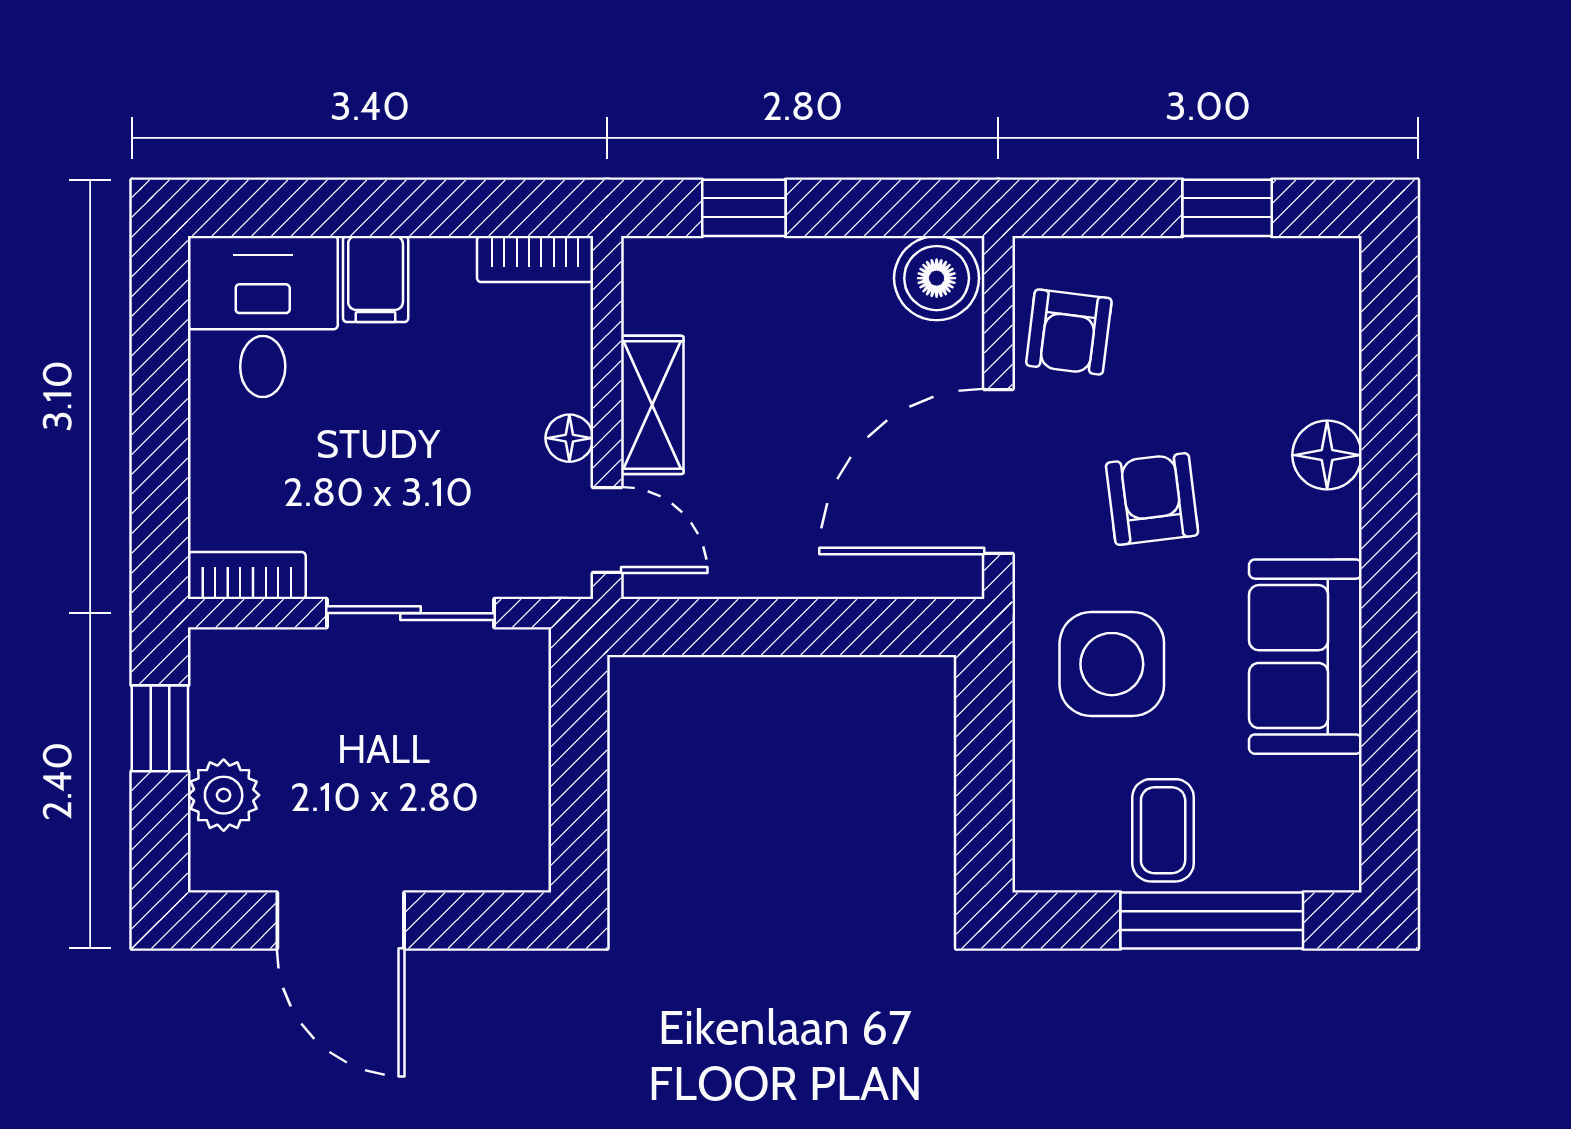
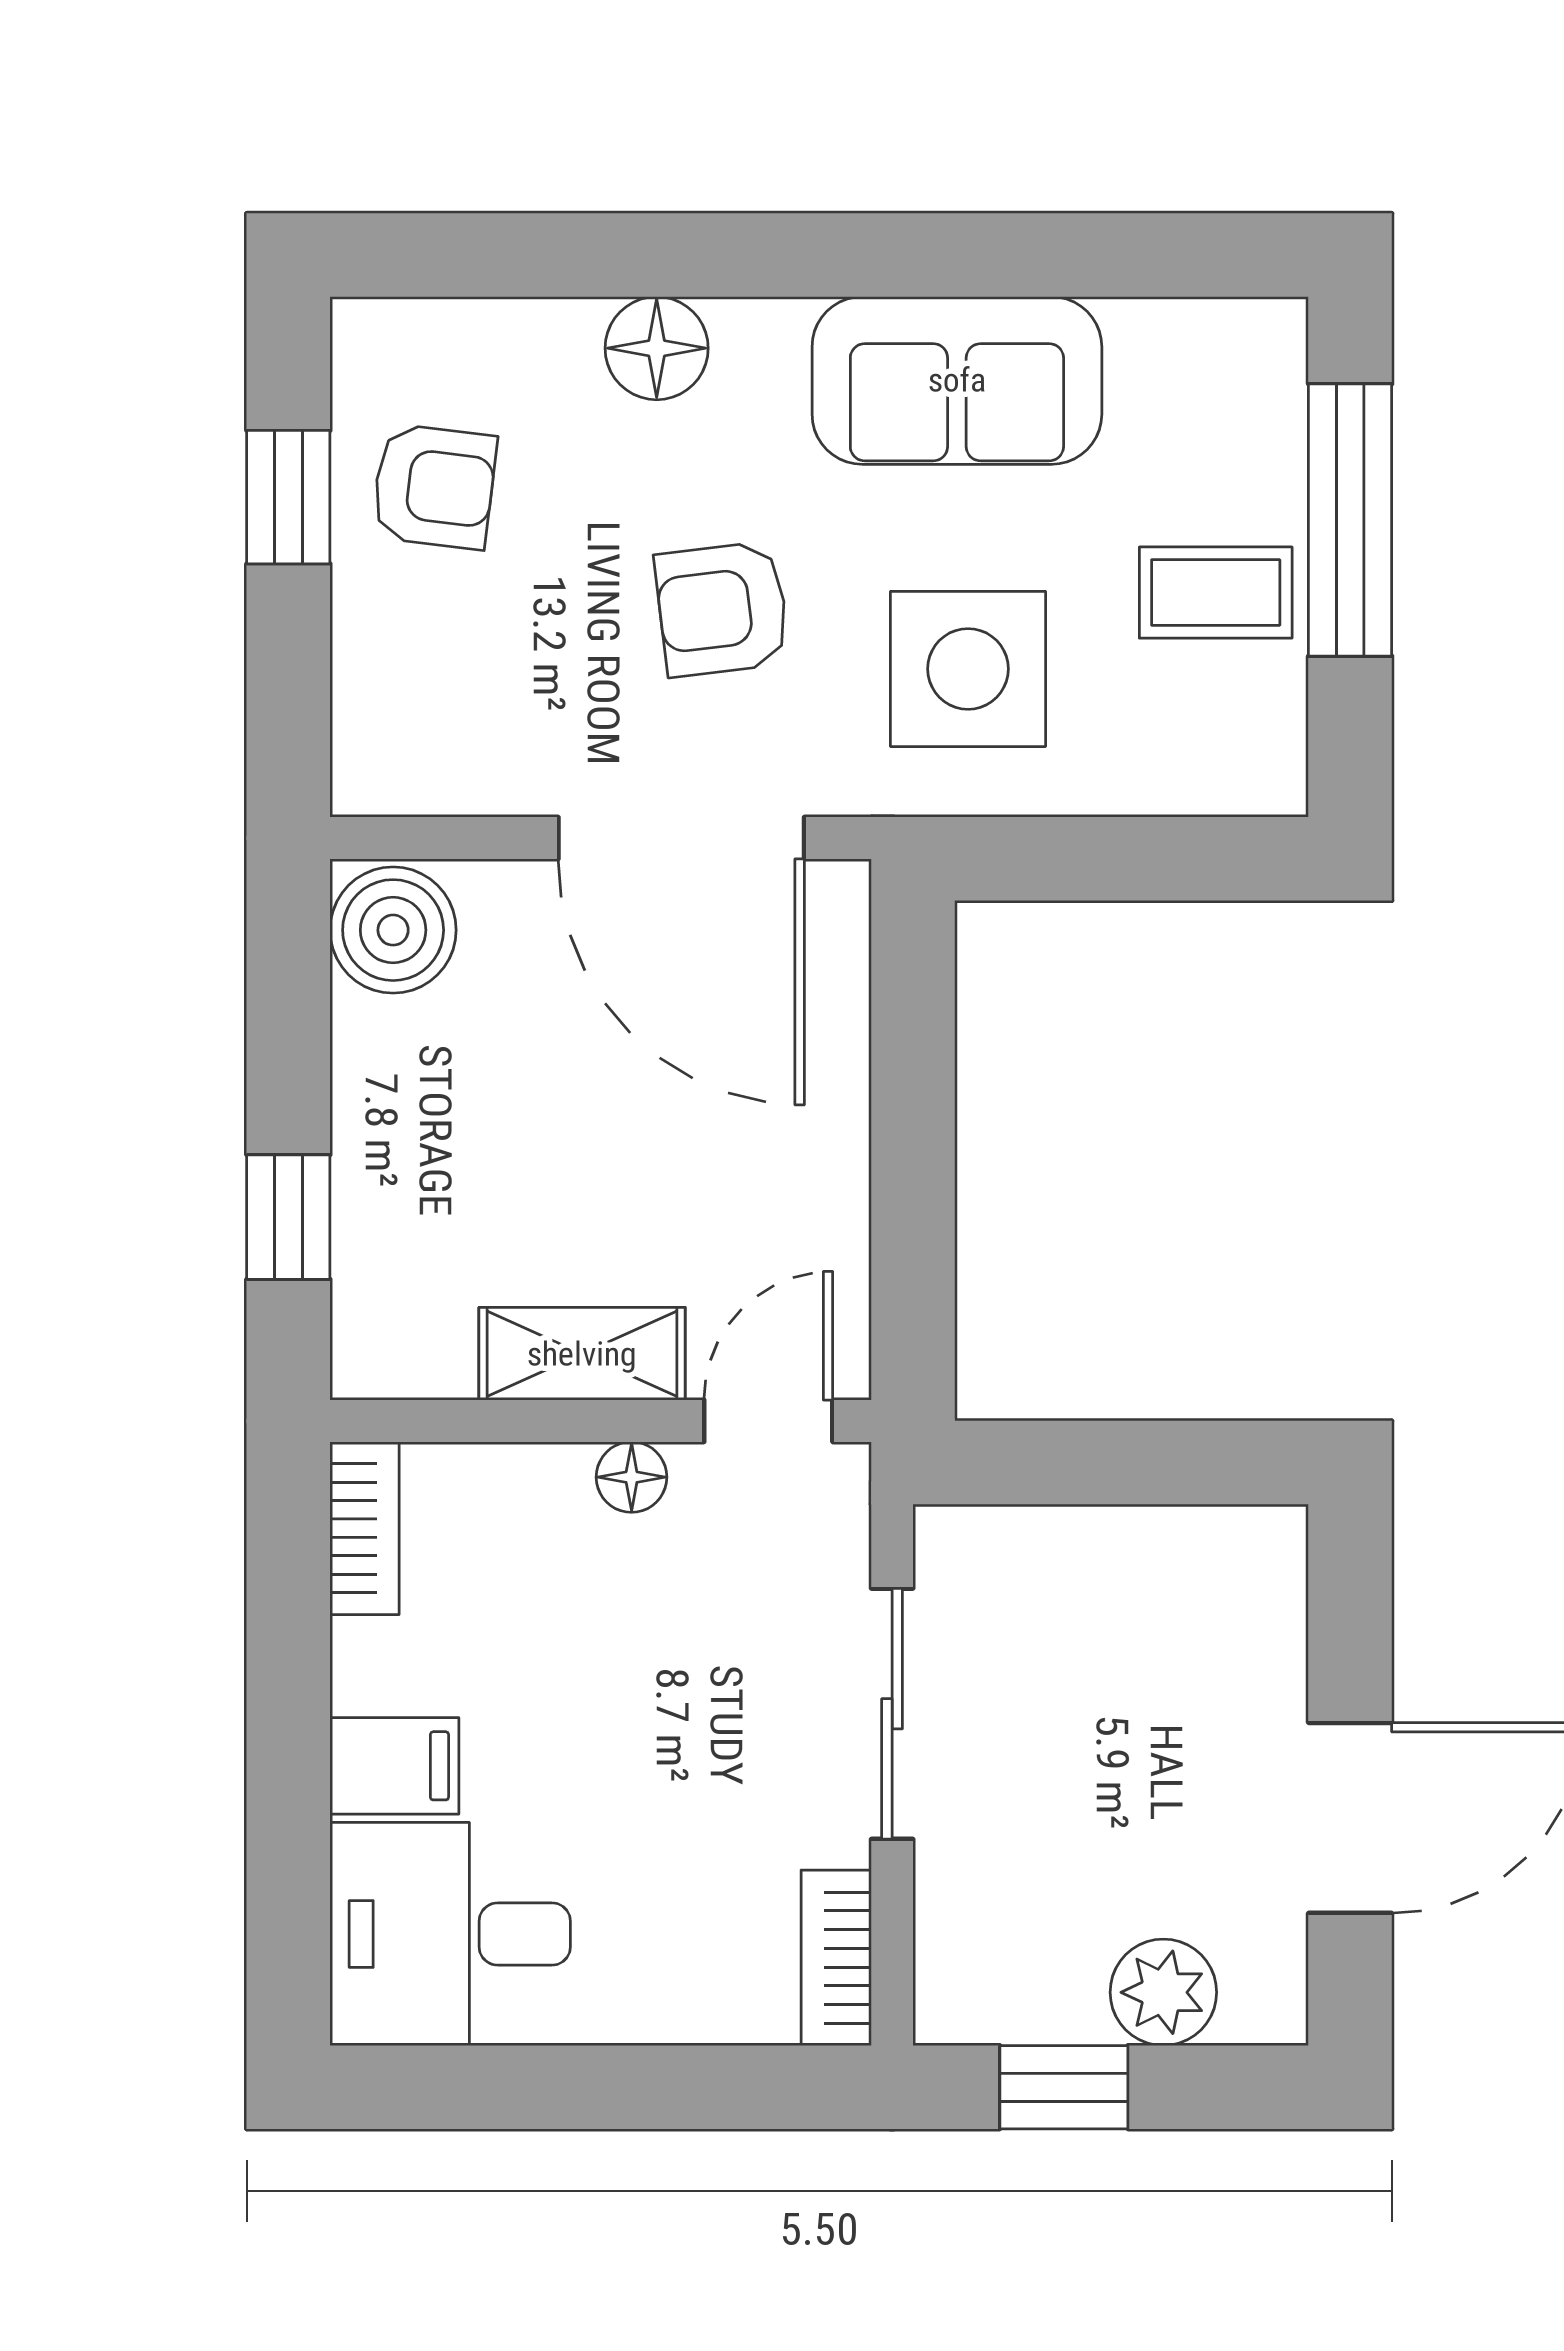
armchair: (1069, 332) -> (434, 487), moved

